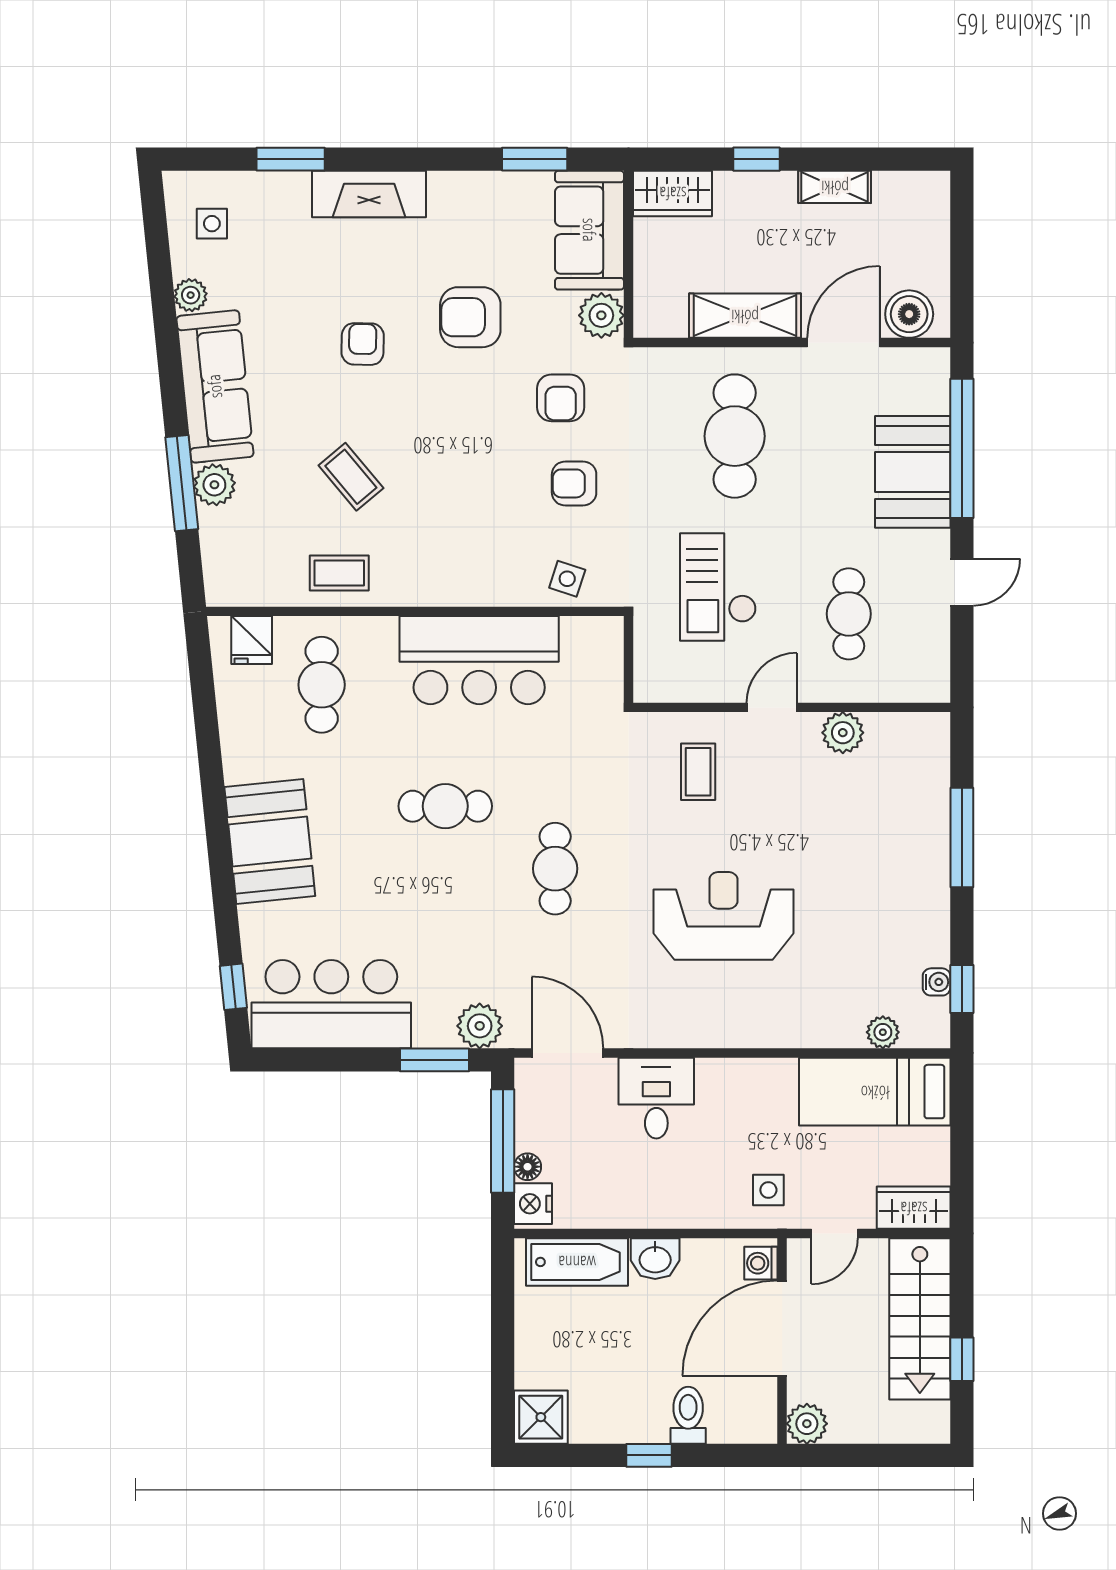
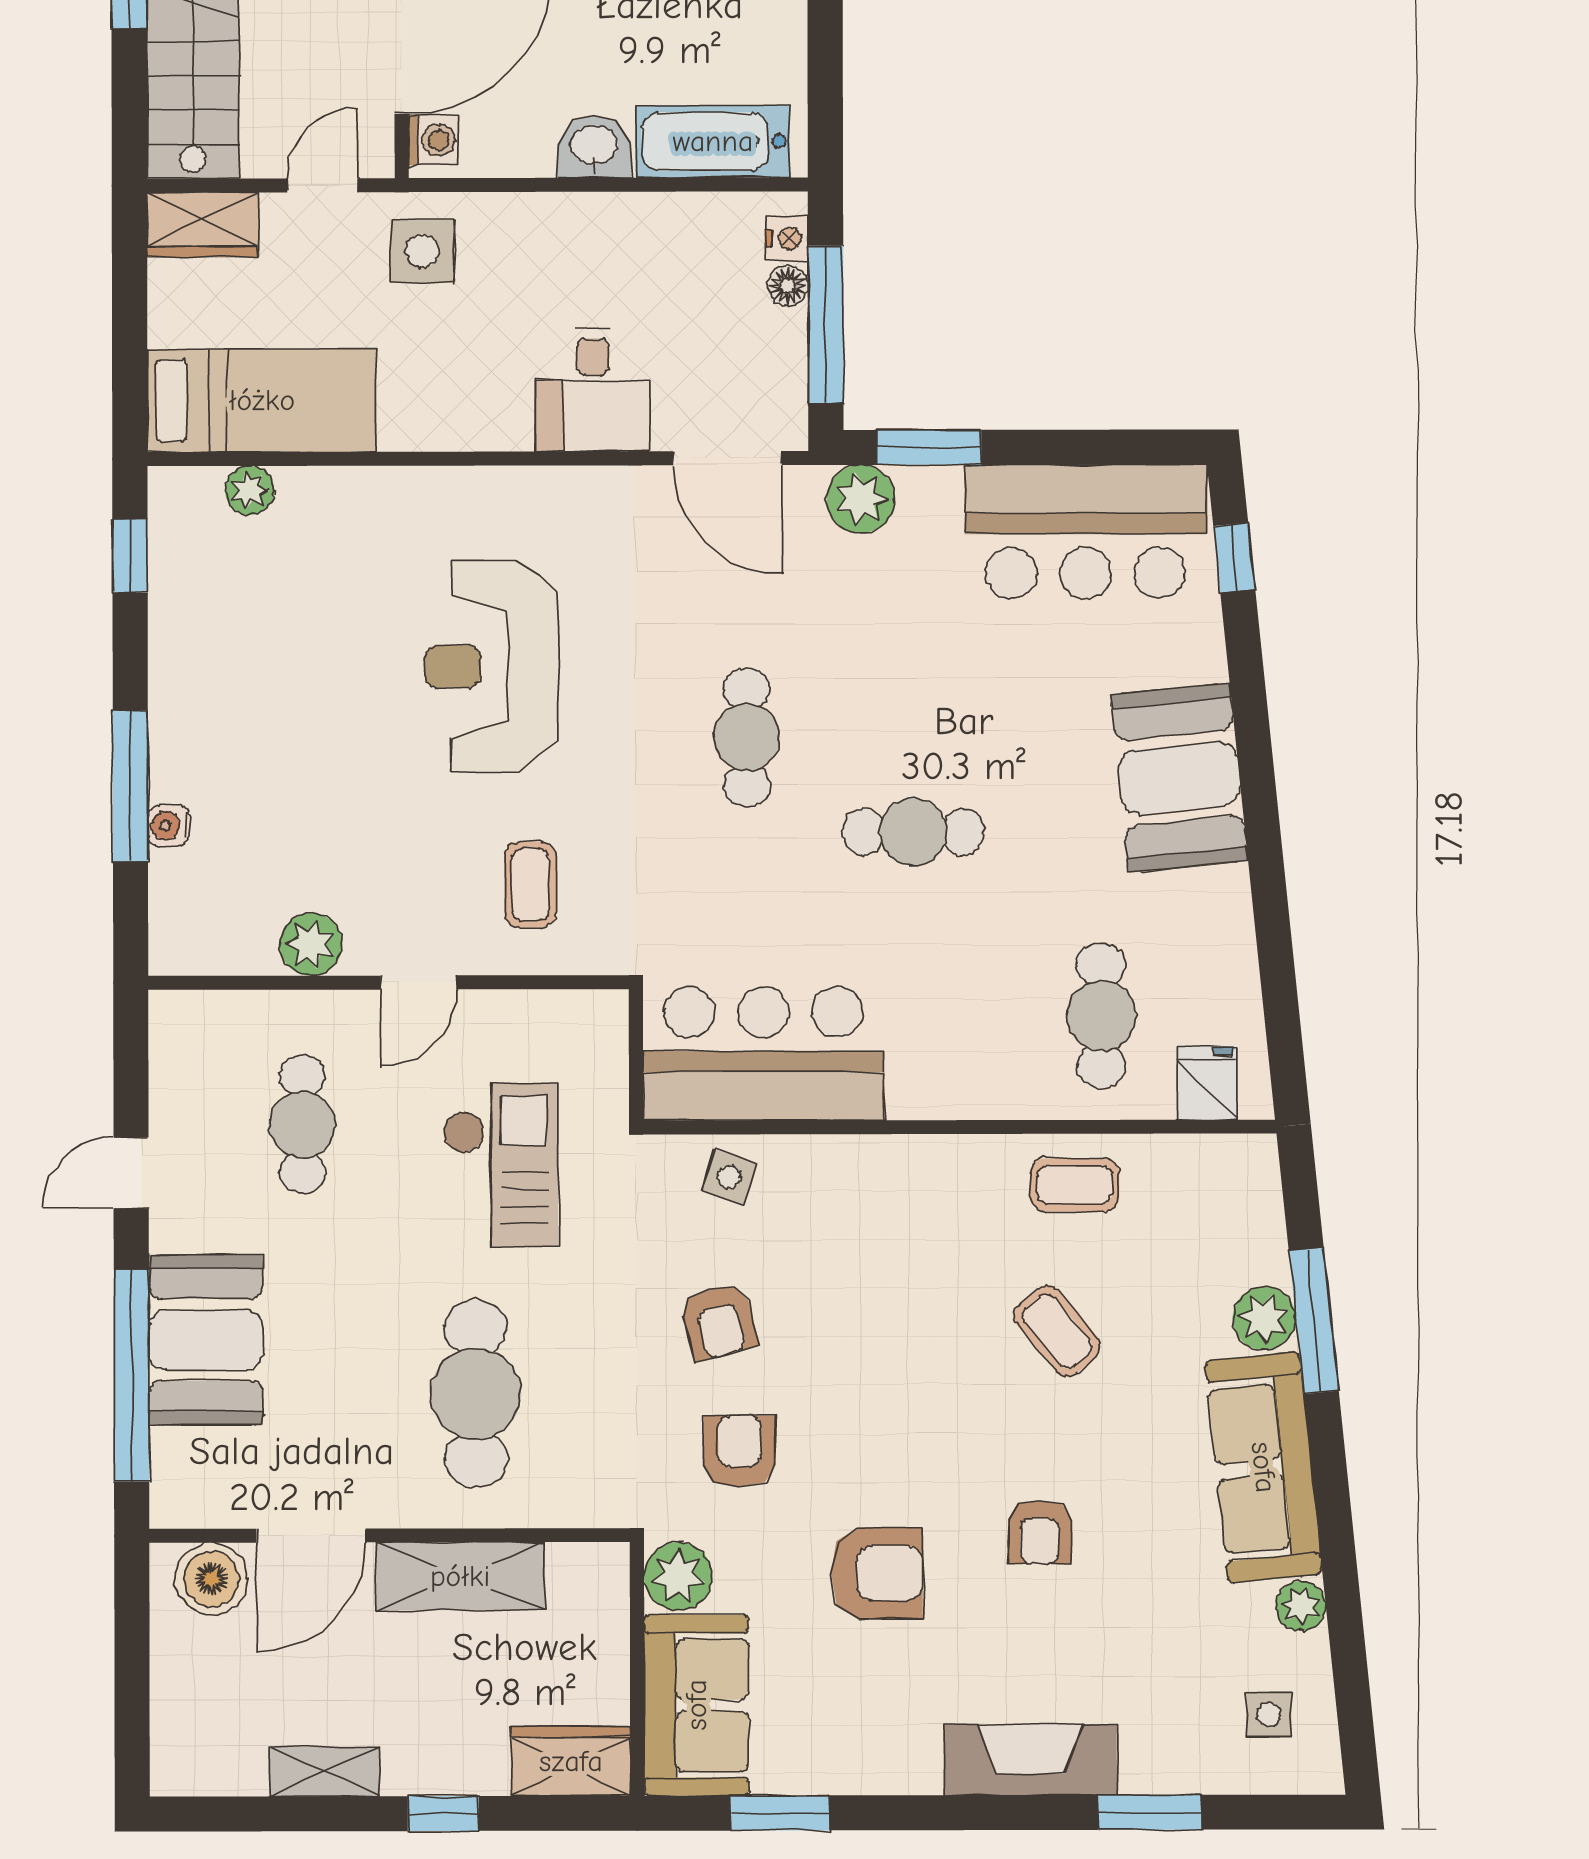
armchair: (574, 483) -> (719, 1321), turned 76
bar counter: (479, 660) -> (763, 1054), moved
reception desk: (723, 916) -> (491, 666), turned 90
water cooler: (937, 982) -> (169, 826), moved
side table: (768, 1190) -> (423, 251), width x1.37, depth x1.37
nightstand: (533, 1204) -> (787, 238), width x0.72, depth x0.74

